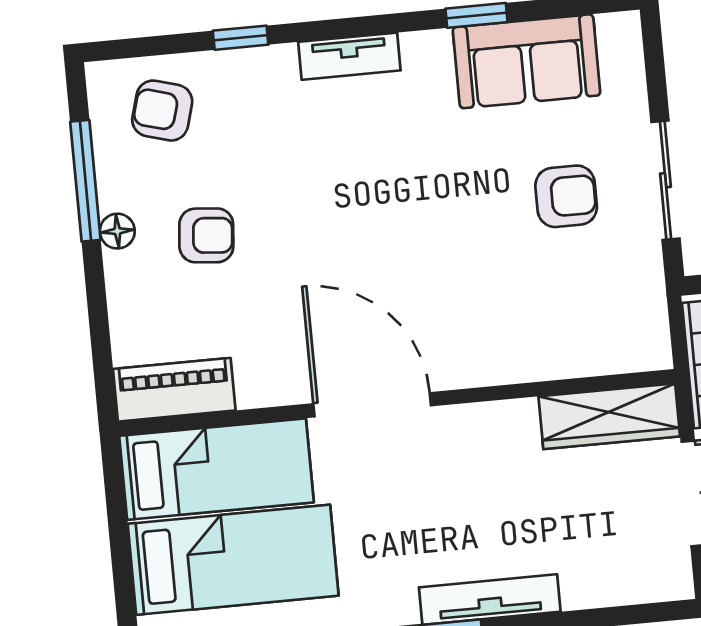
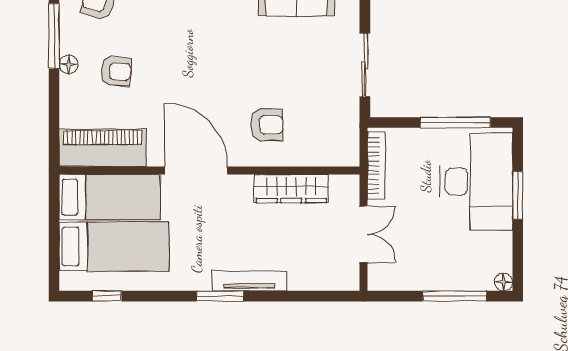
armchair: (566, 196) -> (267, 125), moved
piano: (174, 390) -> (103, 148), width x1.37, depth x1.33
wardrobe: (609, 416) -> (291, 189), moved

